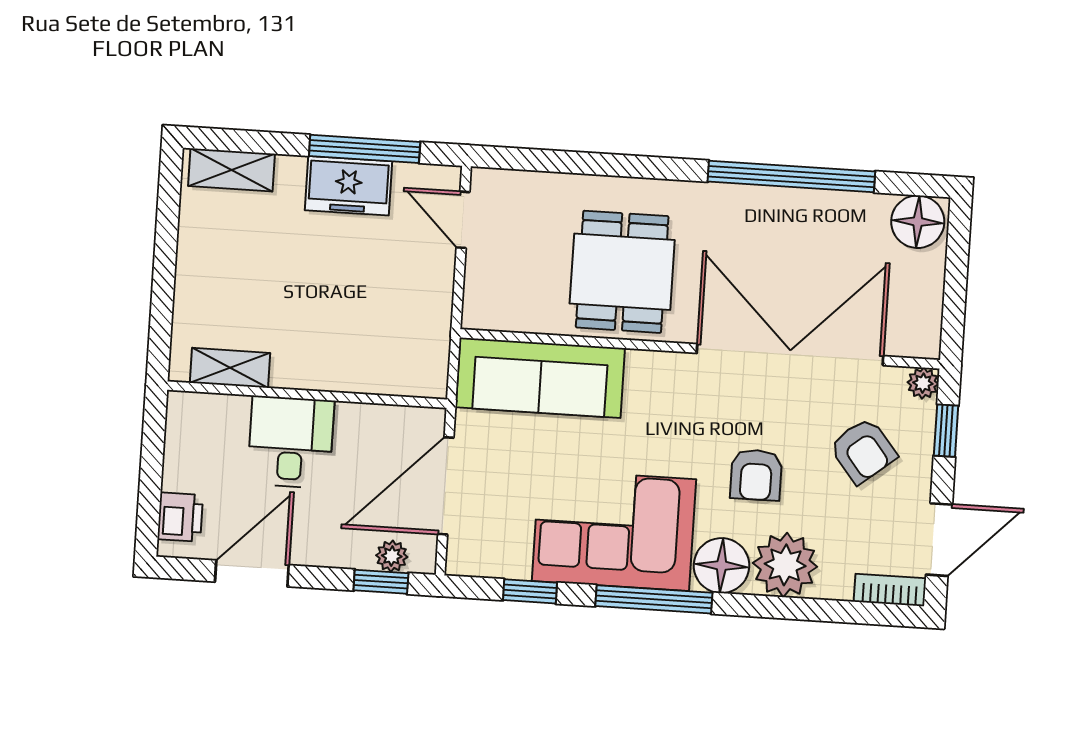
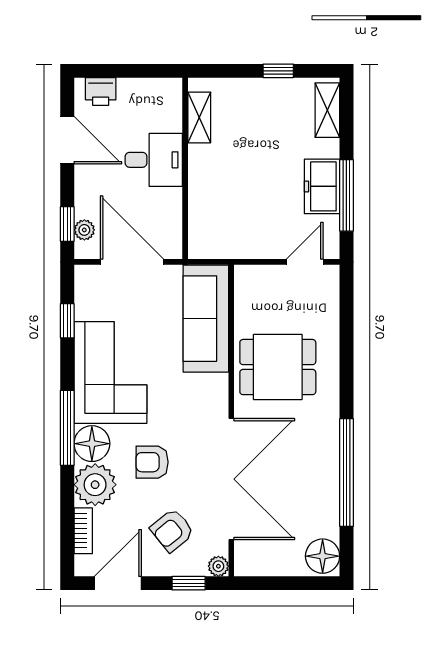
window: (166, 242) -> (278, 71), added
door: (939, 540) -> (118, 583), swing flipped
bookcase: (890, 590) -> (83, 531), moved
window: (654, 599) -> (67, 428), moved

